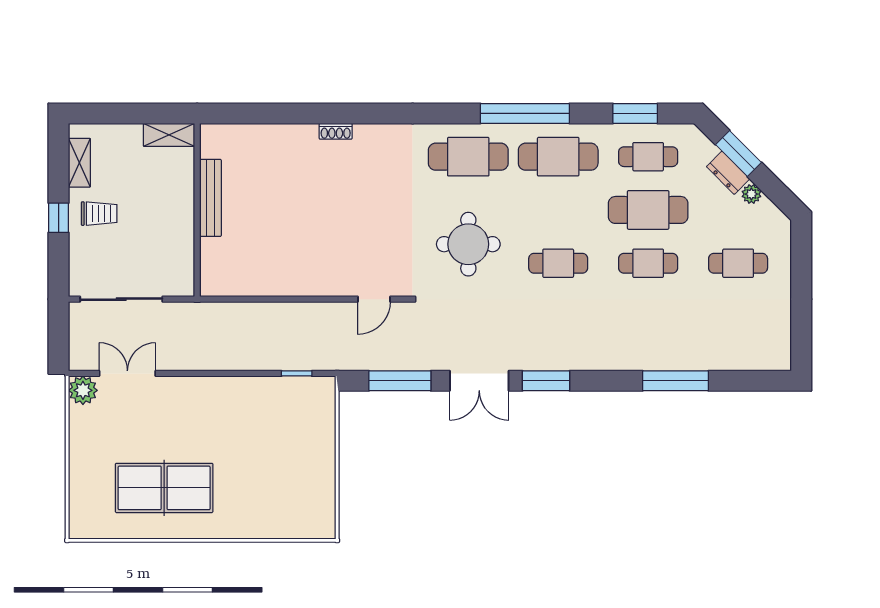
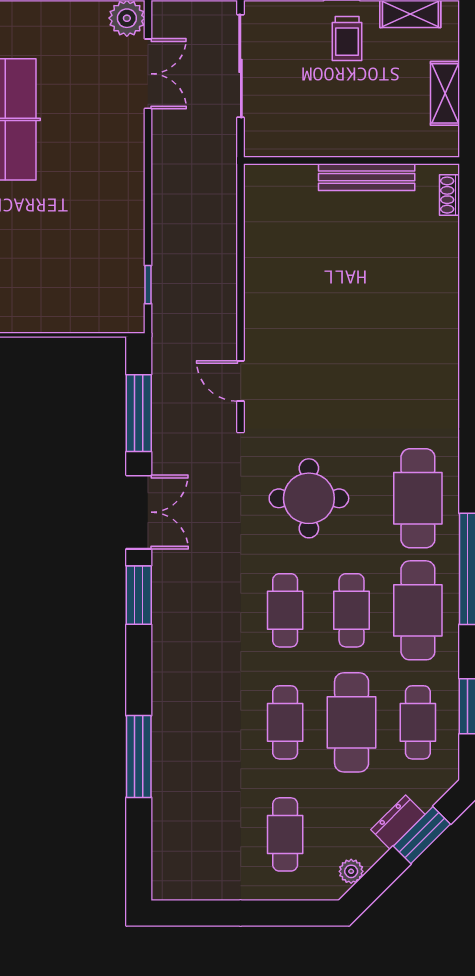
shoe rack: (336, 131) -> (450, 195), moved
shelving: (169, 135) -> (445, 93), moved
plant: (751, 194) -> (351, 871), moved
cafe table: (558, 210) -> (352, 610), added
double door: (479, 381) -> (139, 512), swing flipped

